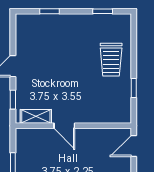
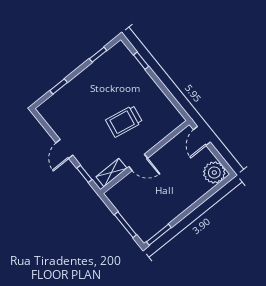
trolley: (111, 60) -> (124, 121), moved, turned 100
window: (134, 88) -> (141, 61), moved

